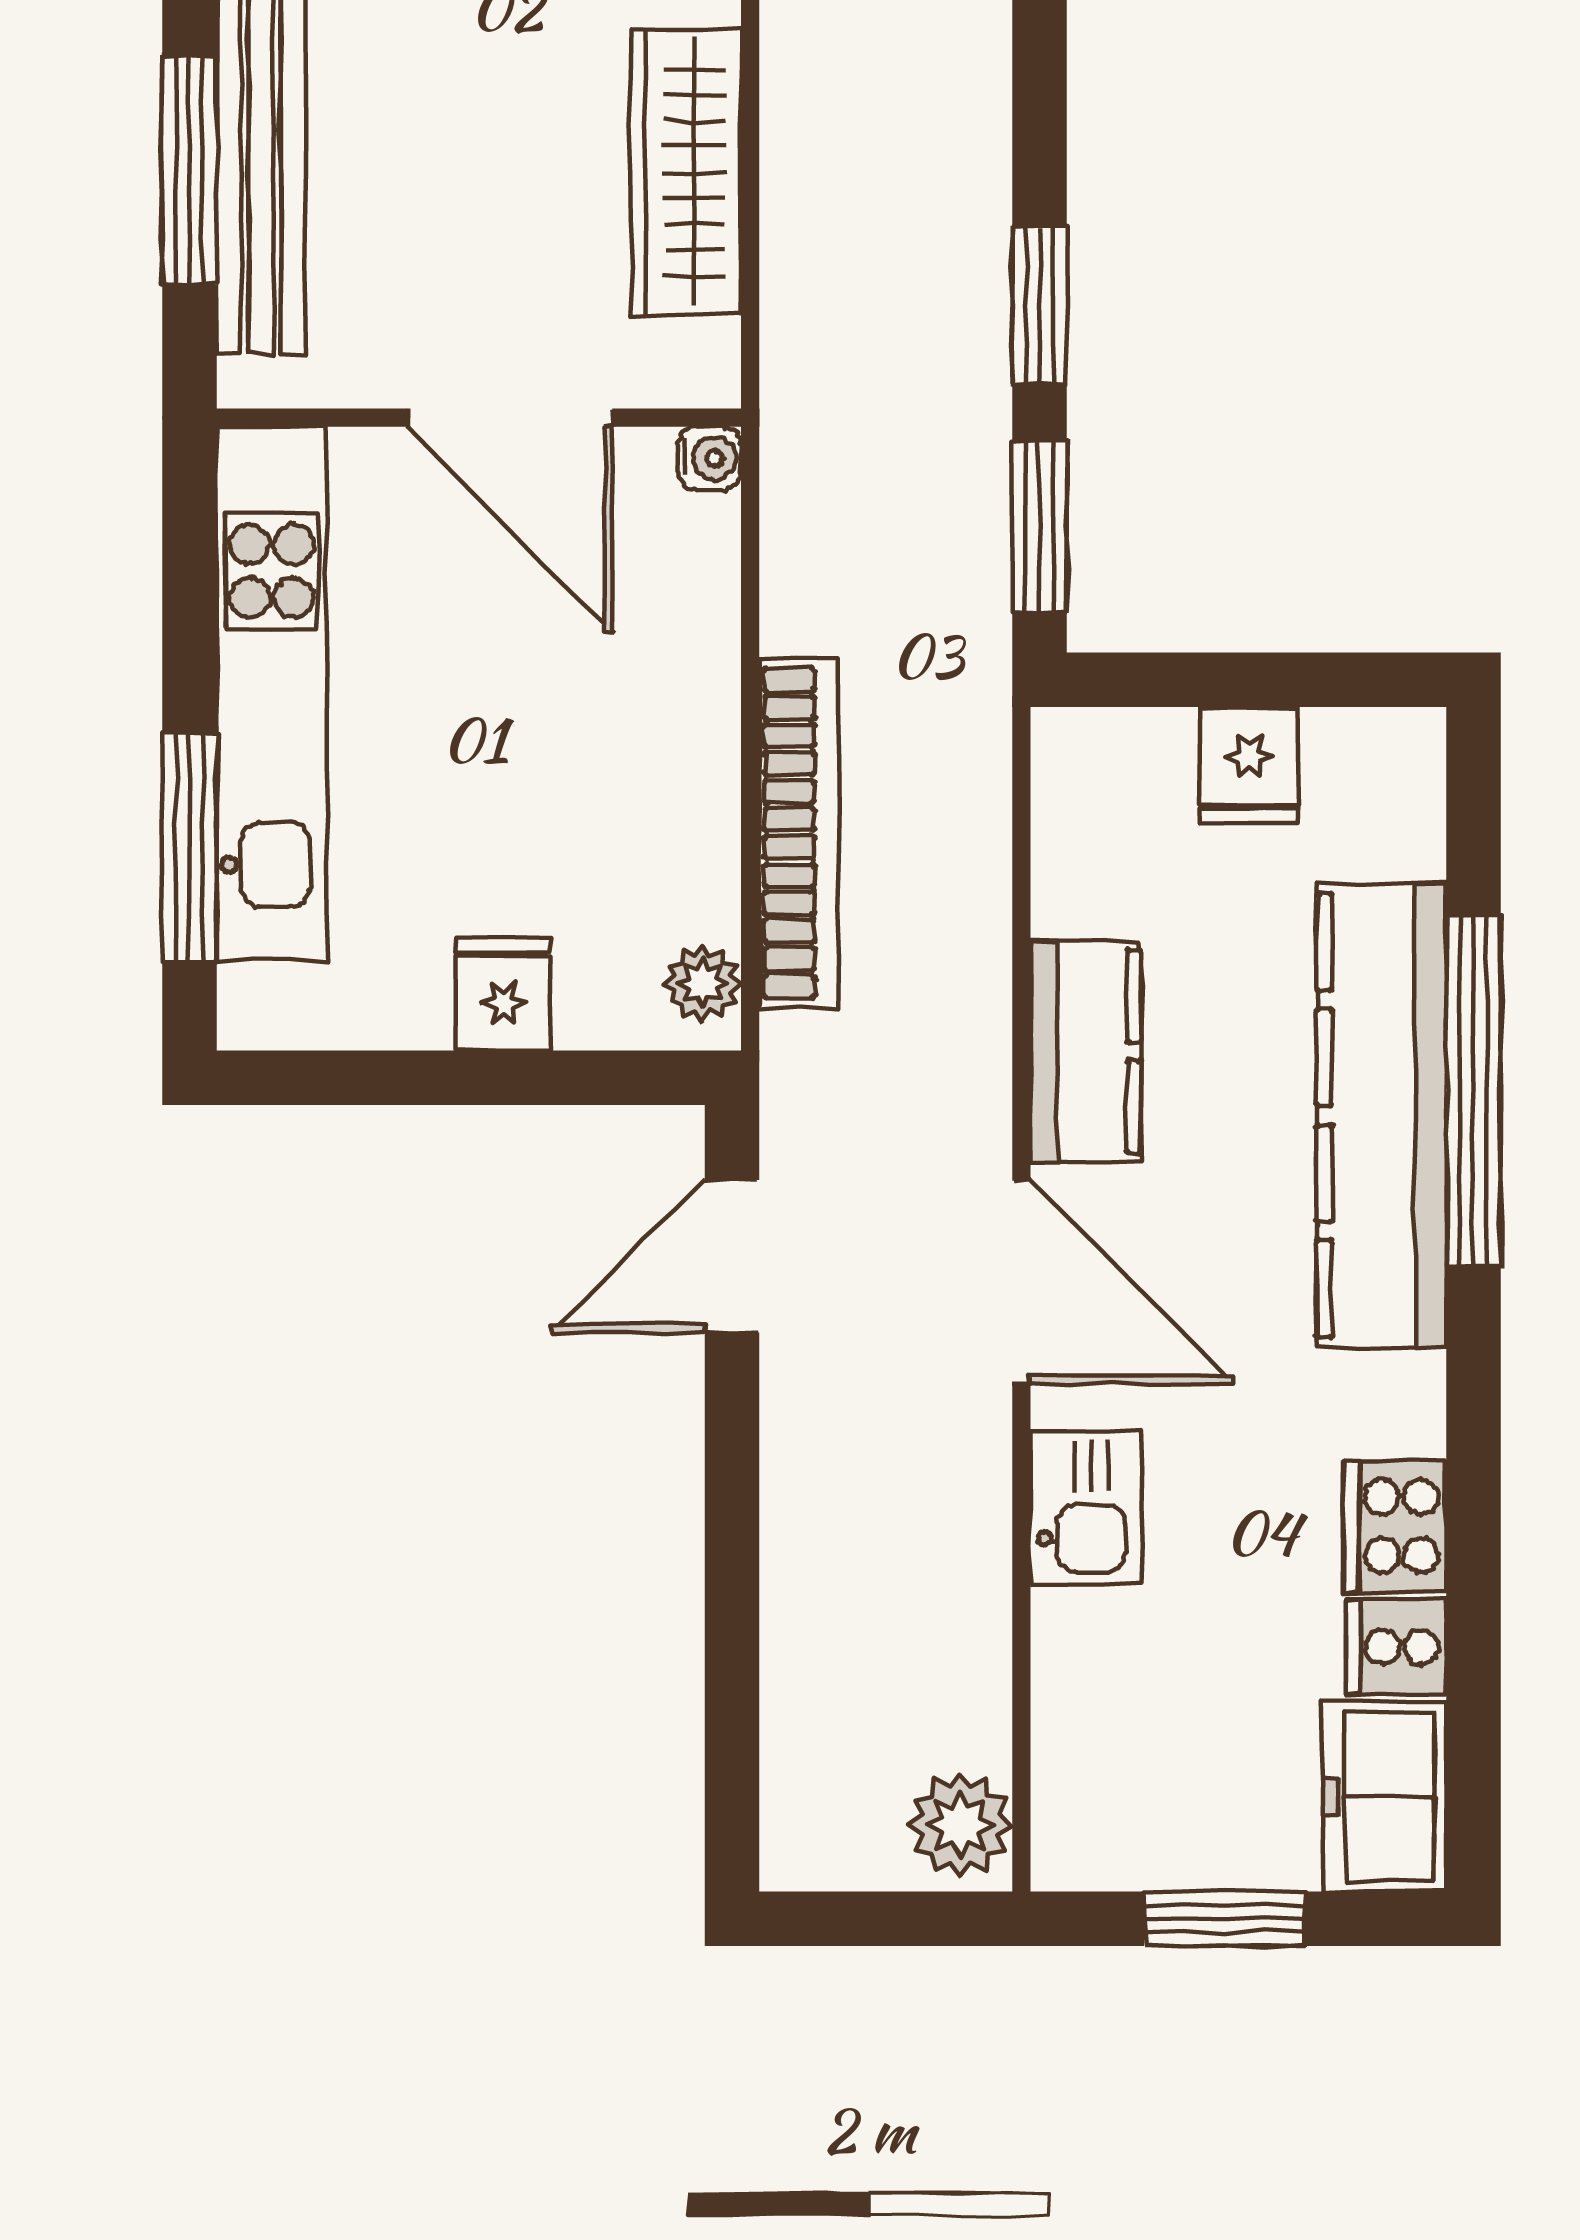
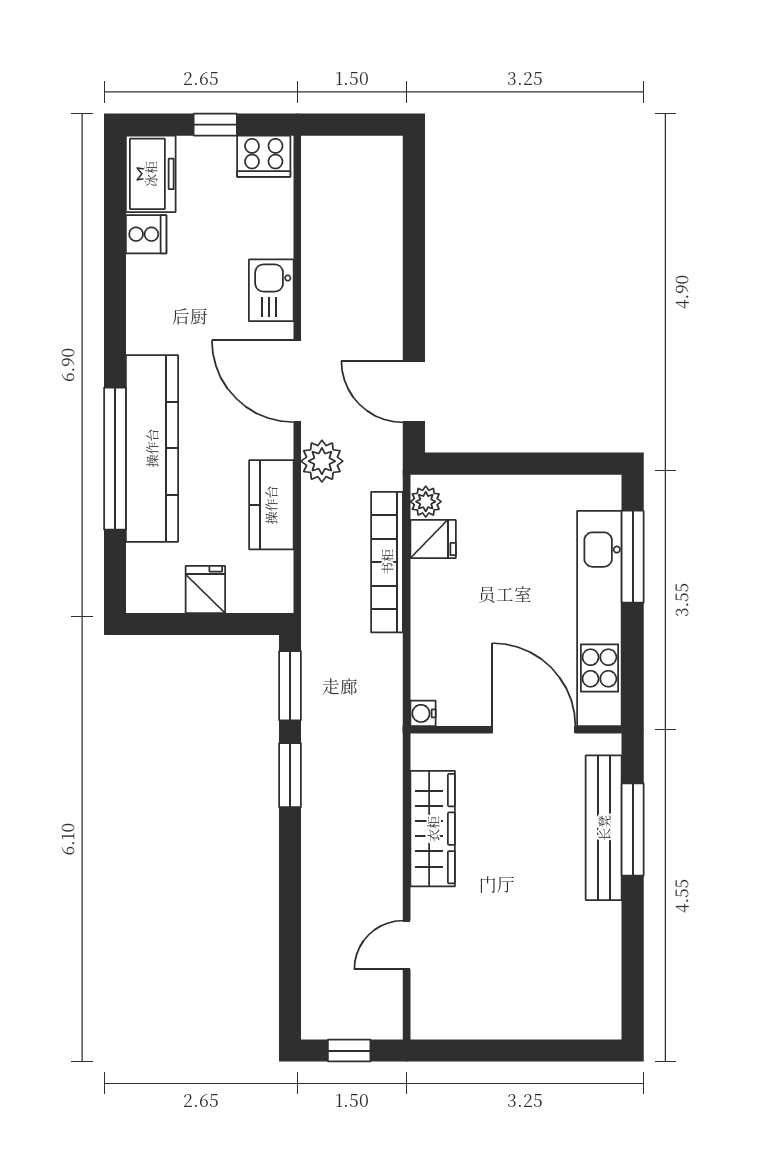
door: (509, 418) -> (534, 730), moved
fridge: (503, 994) -> (433, 539), moved, turned -90
kitchen counter: (1086, 1051) -> (271, 505), moved
door: (732, 1256) -> (414, 392), swing flipped
cooker: (1395, 1526) -> (264, 156), moved, turned 90
plant: (960, 1825) -> (322, 461), moved
window: (1225, 1919) -> (215, 125), width x0.67

